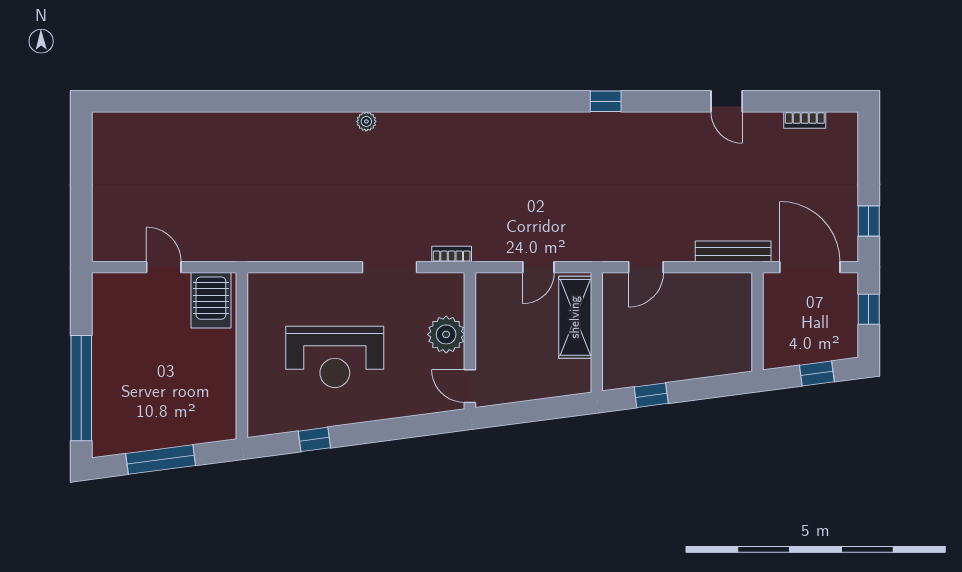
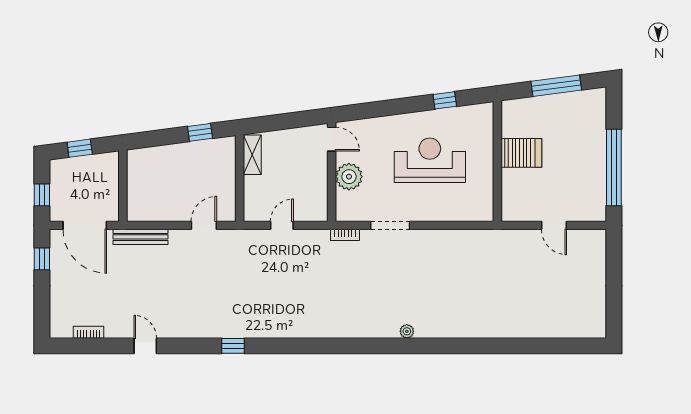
server rack: (211, 300) -> (521, 153), moved, turned 90
shelving: (575, 317) -> (252, 155), moved, width x0.67, depth x0.75
window: (81, 388) -> (614, 168), moved

